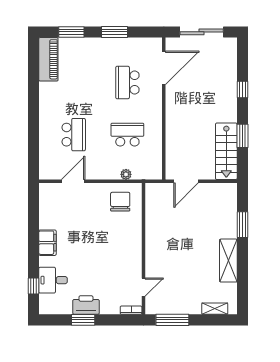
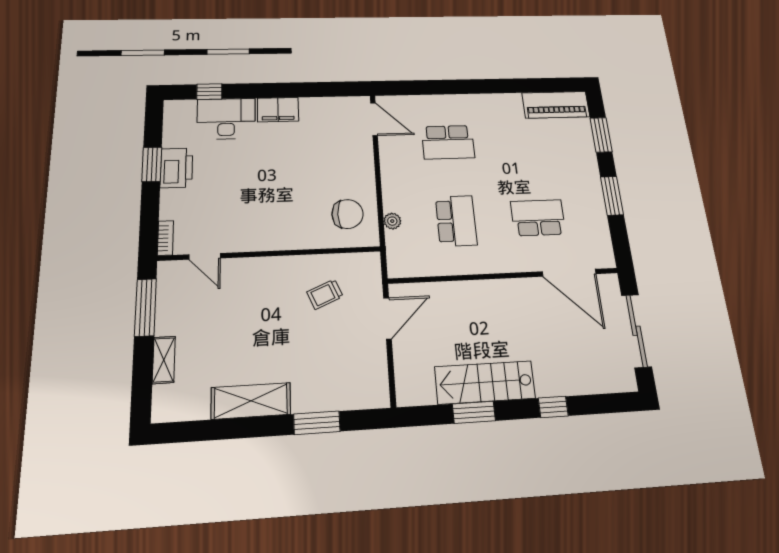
stairs: (226, 151) -> (485, 382), moved
door: (73, 181) -> (374, 119), moved
door: (186, 181) -> (388, 318), swing flipped
trolley: (170, 217) -> (325, 294), added
desk: (53, 280) -> (226, 119), width x1.37
shelving: (215, 309) -> (164, 360), moved

